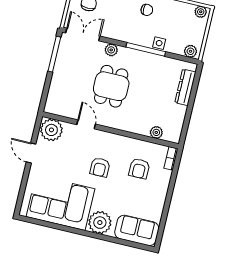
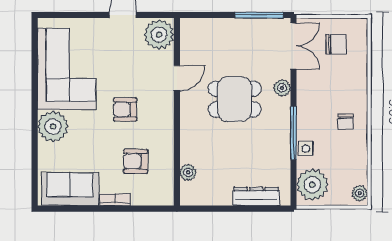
plant: (190, 51) -> (312, 185), width x1.88, depth x1.88
bookcase: (171, 158) -> (115, 200), moved
sofa: (137, 230) -> (70, 189), moved, turned -90

